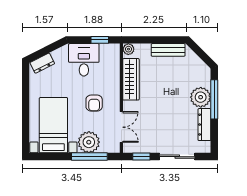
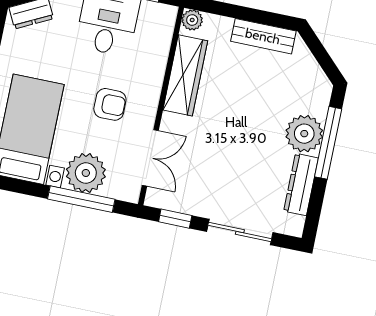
armchair: (94, 103) -> (110, 104), turned -90

